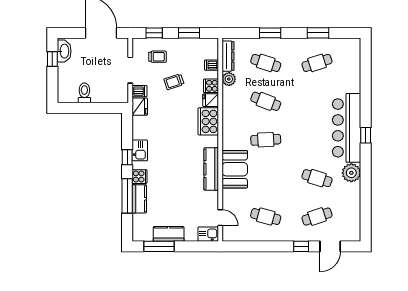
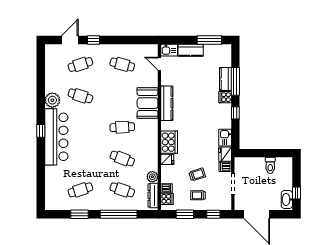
window: (270, 33) -> (119, 214), width x2.11
trolley: (157, 57) -> (198, 195), moved
cooker: (211, 86) -> (167, 199), moved
kitchen sink: (140, 150) -> (225, 138), moved
kitchen counter: (169, 234) -> (191, 50), moved

